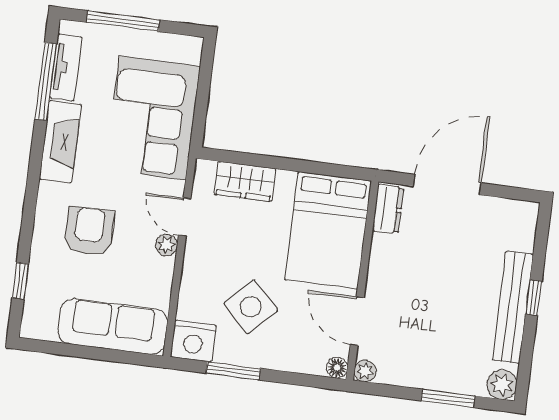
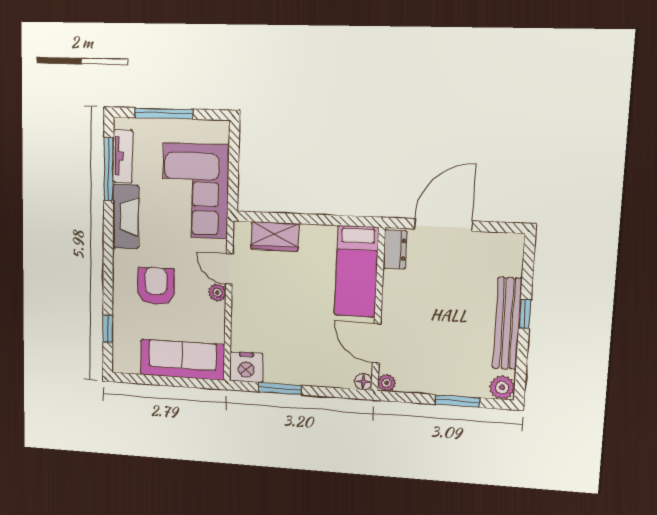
bed: (328, 230) -> (356, 271), width x0.67
side table: (251, 307) -> (289, 337), removed

